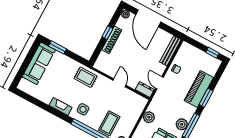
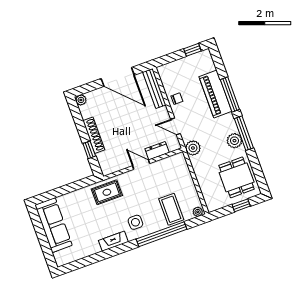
door: (148, 18) -> (118, 77), moved
window: (107, 33) -> (89, 150), moved
window: (57, 47) -> (54, 194), removed
dresser: (145, 90) -> (157, 151), moved
window: (206, 98) -> (230, 95), width x1.44
plant: (149, 117) -> (193, 148), moved

